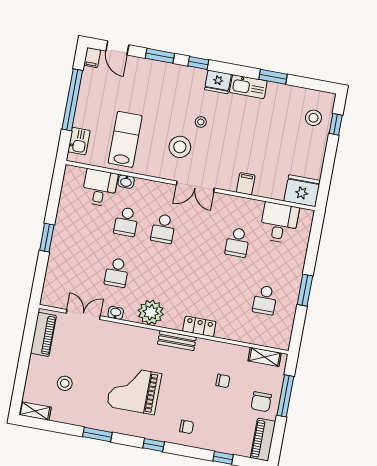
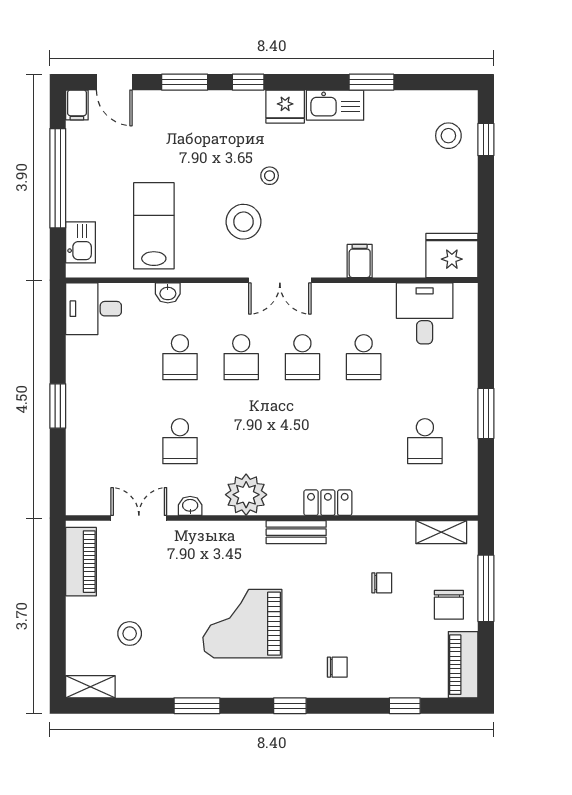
desk: (100, 188) -> (94, 309), moved, turned -90
school desk: (200, 235) -> (302, 357), added

